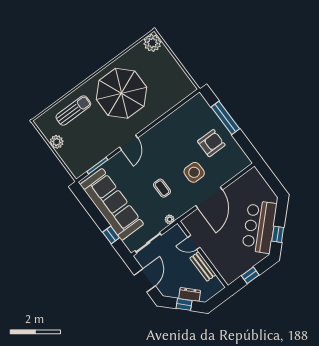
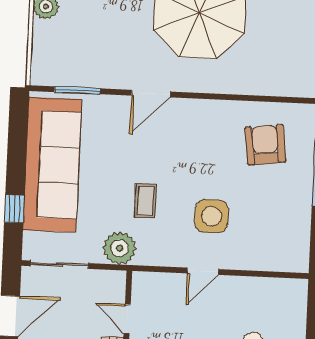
armchair: (211, 143) -> (265, 145), moved, turned -97
door: (209, 198) -> (203, 271), width x0.53
plant: (170, 219) -> (120, 248), width x1.88, depth x1.88

